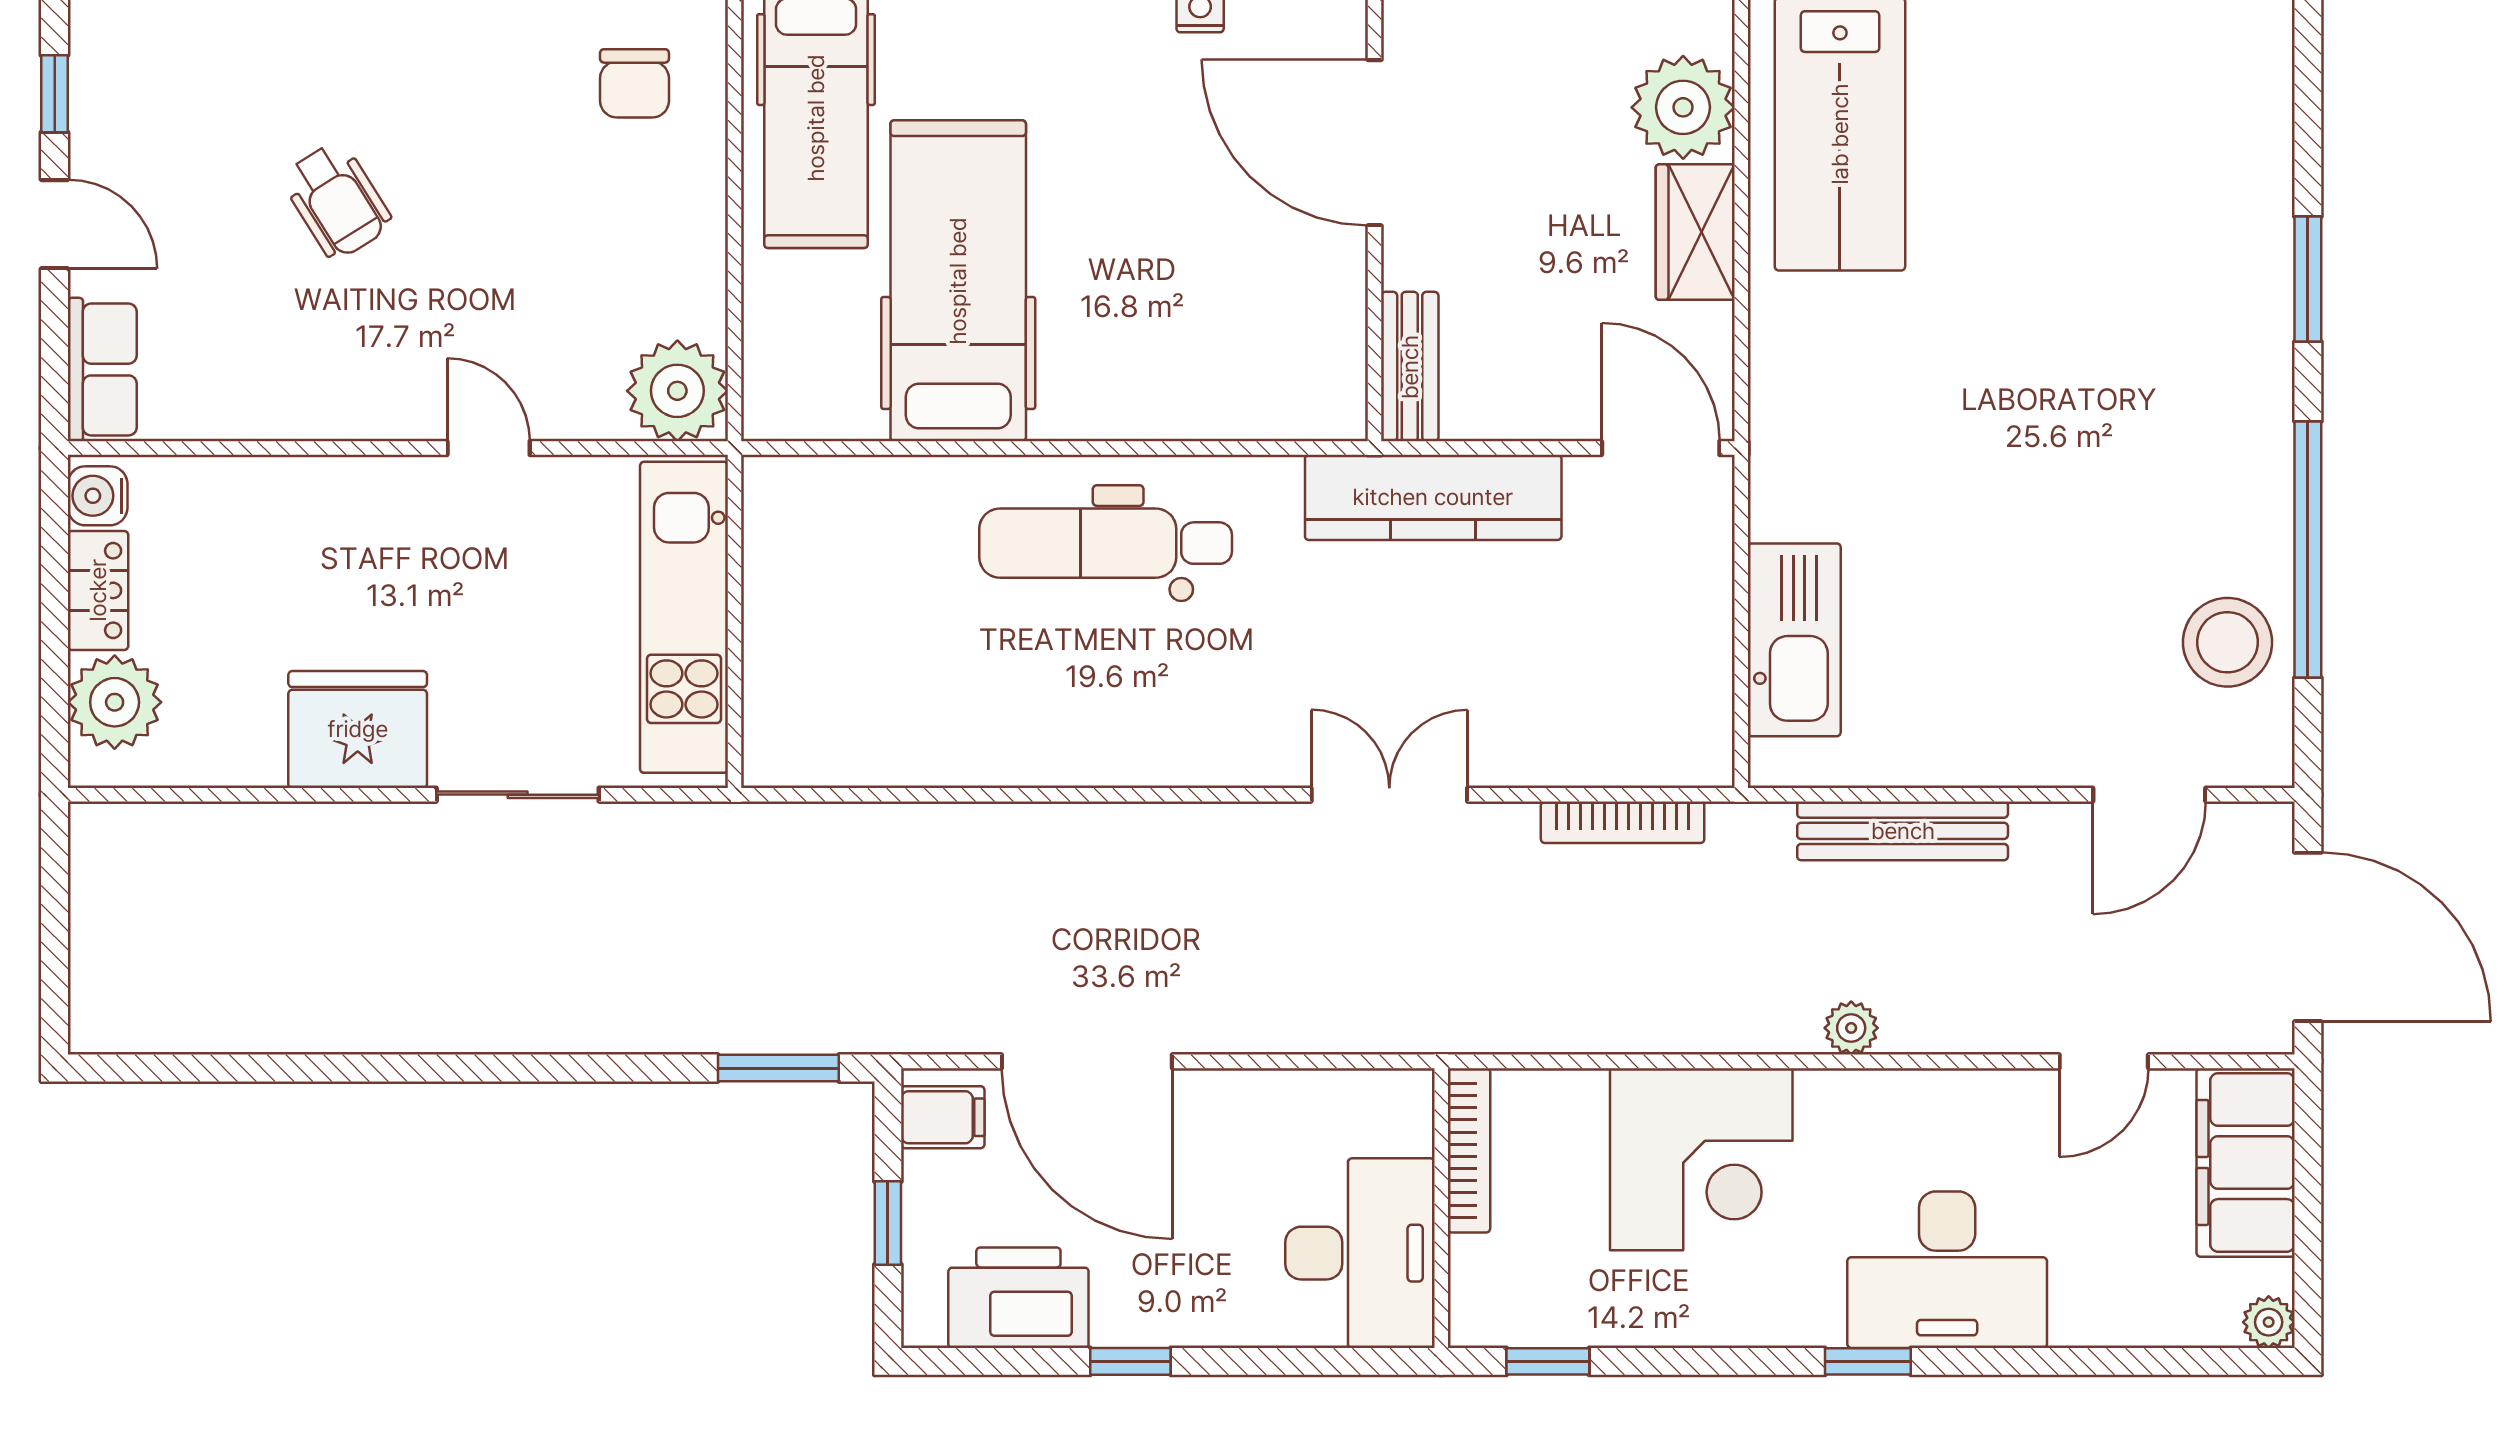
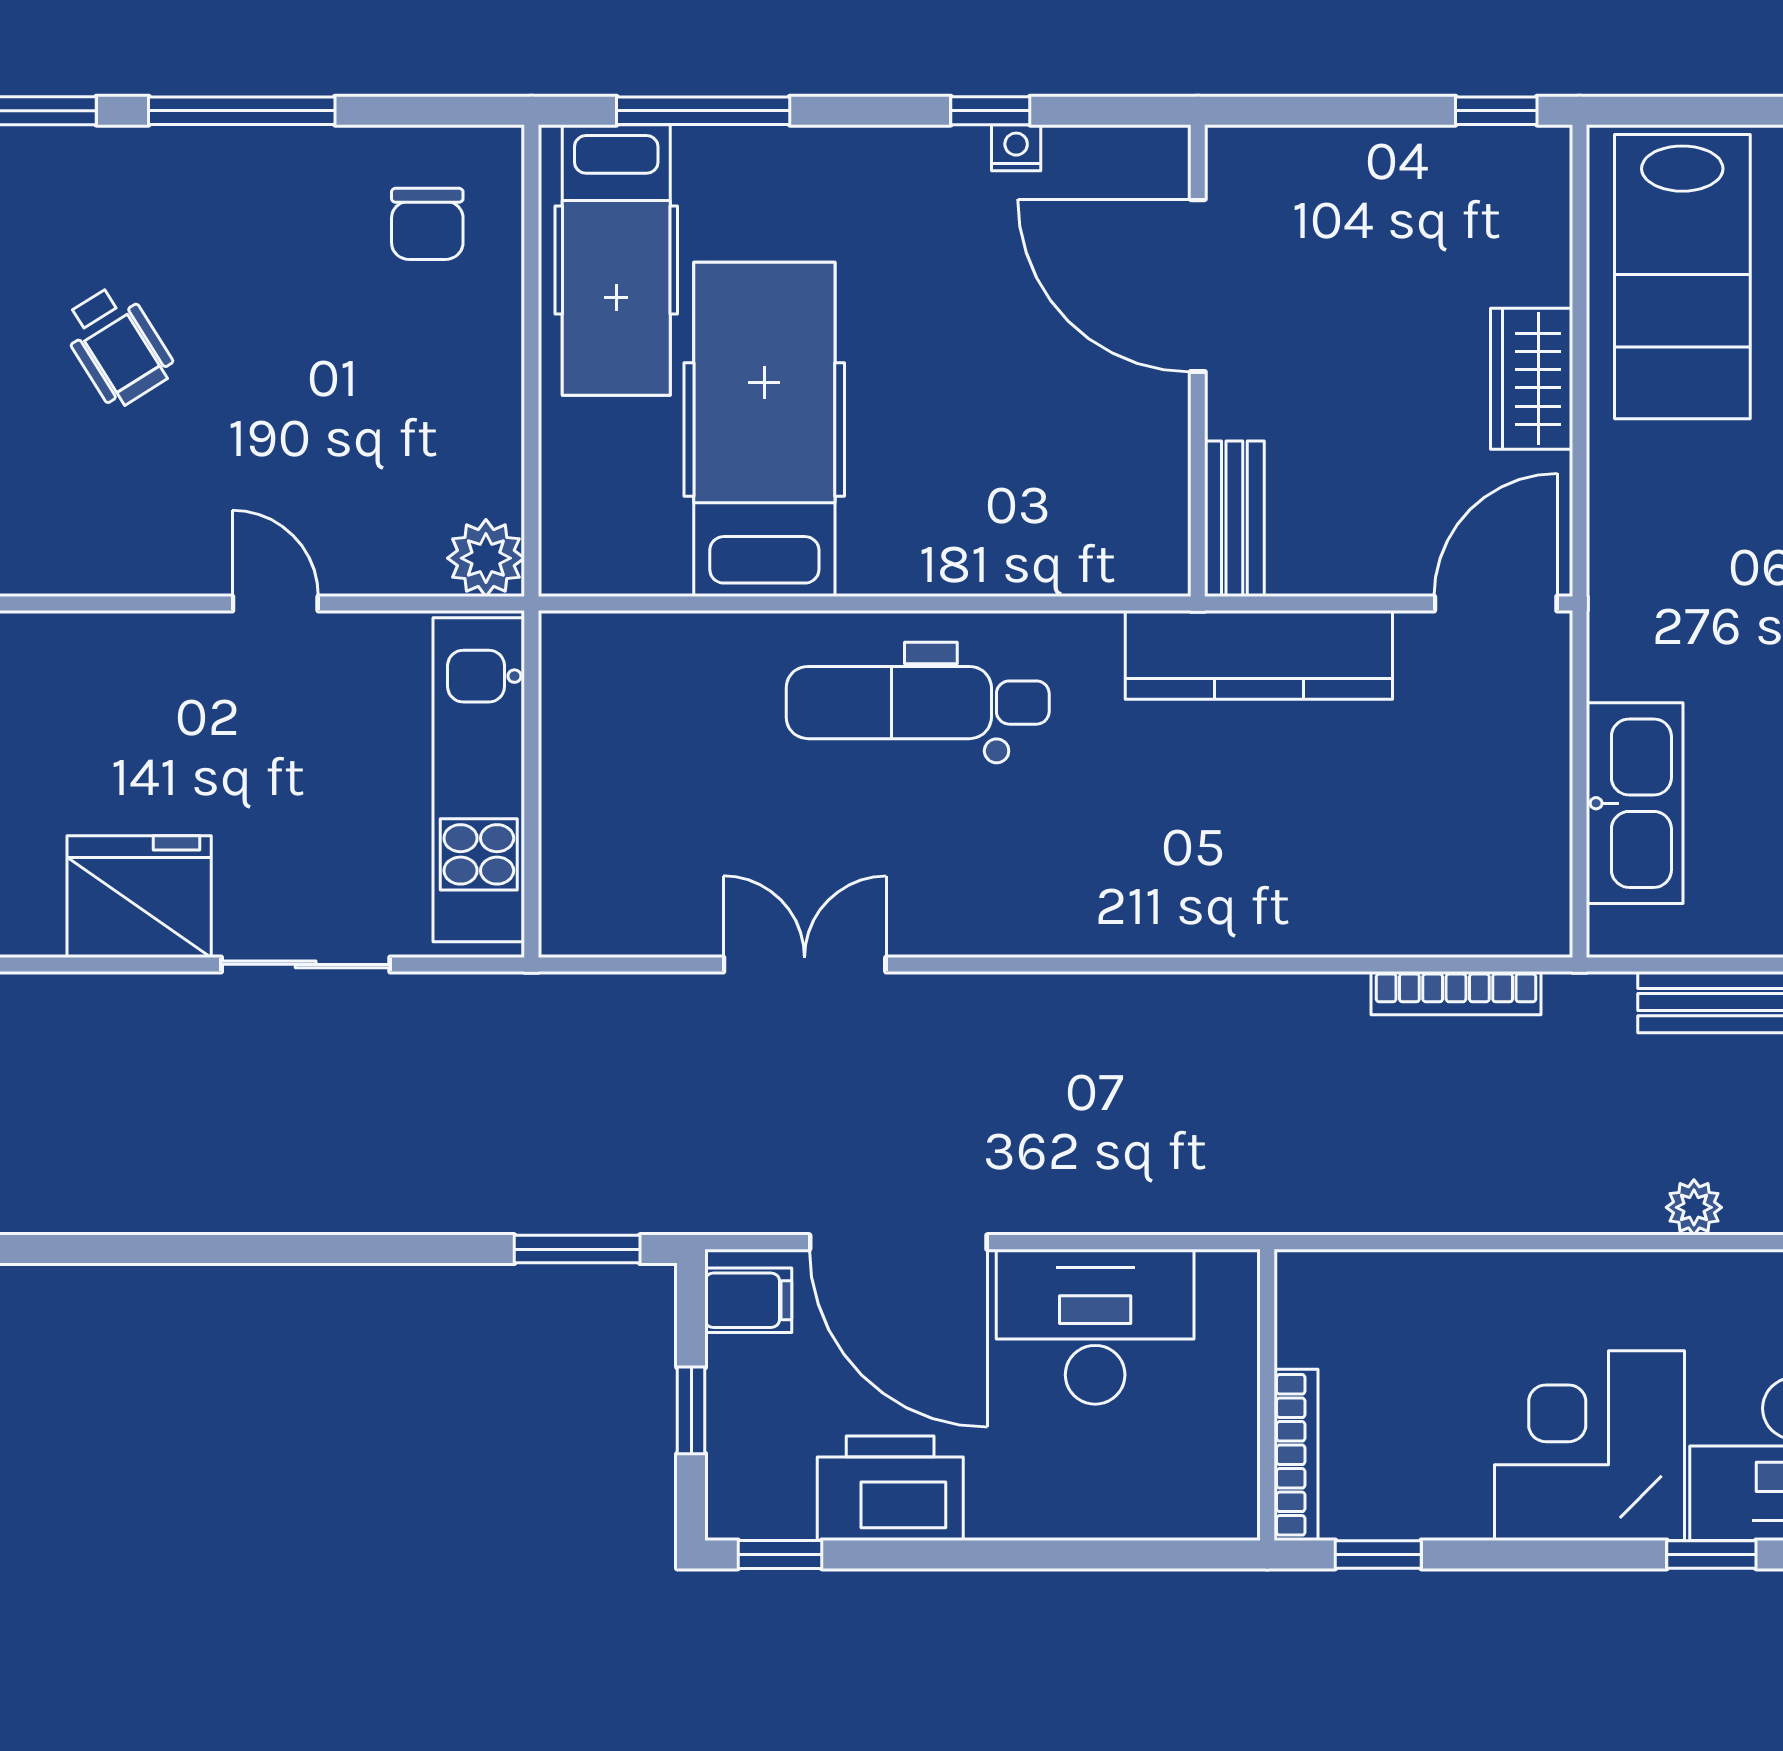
plant: (1683, 107) -> (1519, 249), removed
plant: (677, 391) -> (486, 558), width x0.73, depth x0.73
door: (1661, 448) -> (1496, 604), hinge flipped
double door: (1389, 795) -> (805, 964), moved
bookcase: (1469, 1150) -> (1296, 1455), moved
corner desk: (1701, 1159) -> (1590, 1446), moved, turned 180
desk: (1360, 1253) -> (1095, 1327), moved, turned -90
printer: (1018, 1298) -> (890, 1488), moved
window: (1130, 1361) -> (780, 1554), moved

